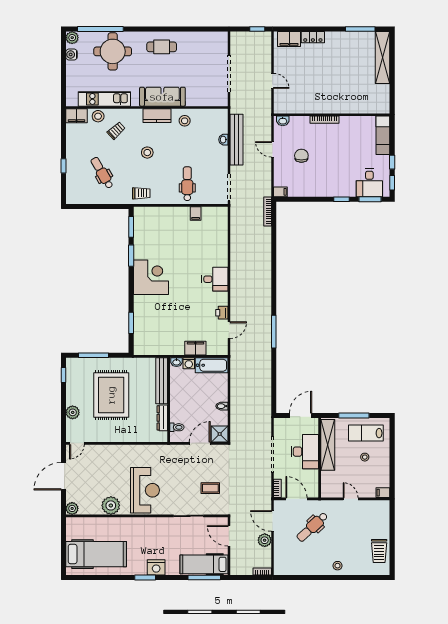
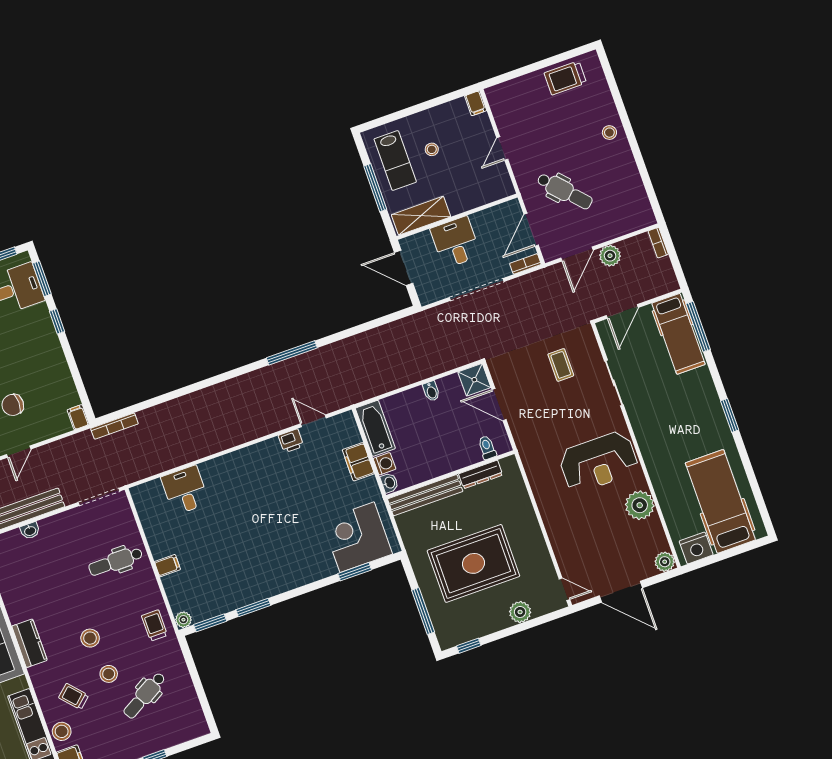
stool: (185, 121) -> (109, 674), moved
plant: (139, 212) -> (183, 620), added
filing cabinet: (196, 214) -> (167, 566), moved
corner desk: (151, 277) -> (357, 537), moved
desk: (215, 279) -> (185, 490), moved
shelving: (328, 445) -> (421, 216), width x0.68
desk: (305, 452) -> (455, 242), width x0.73
reception desk: (145, 490) -> (599, 462), turned 180
trolley: (379, 551) -> (565, 78), turned 180
nightstand: (156, 567) -> (696, 548), moved, turned 90

